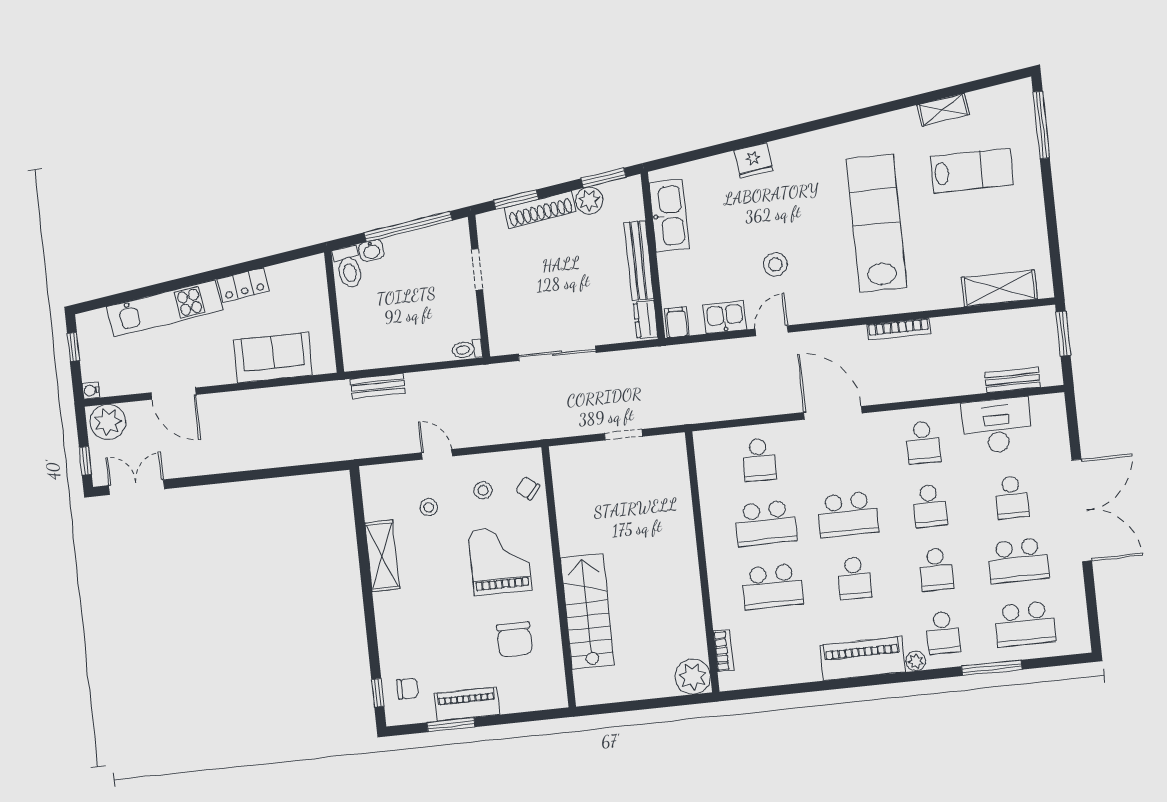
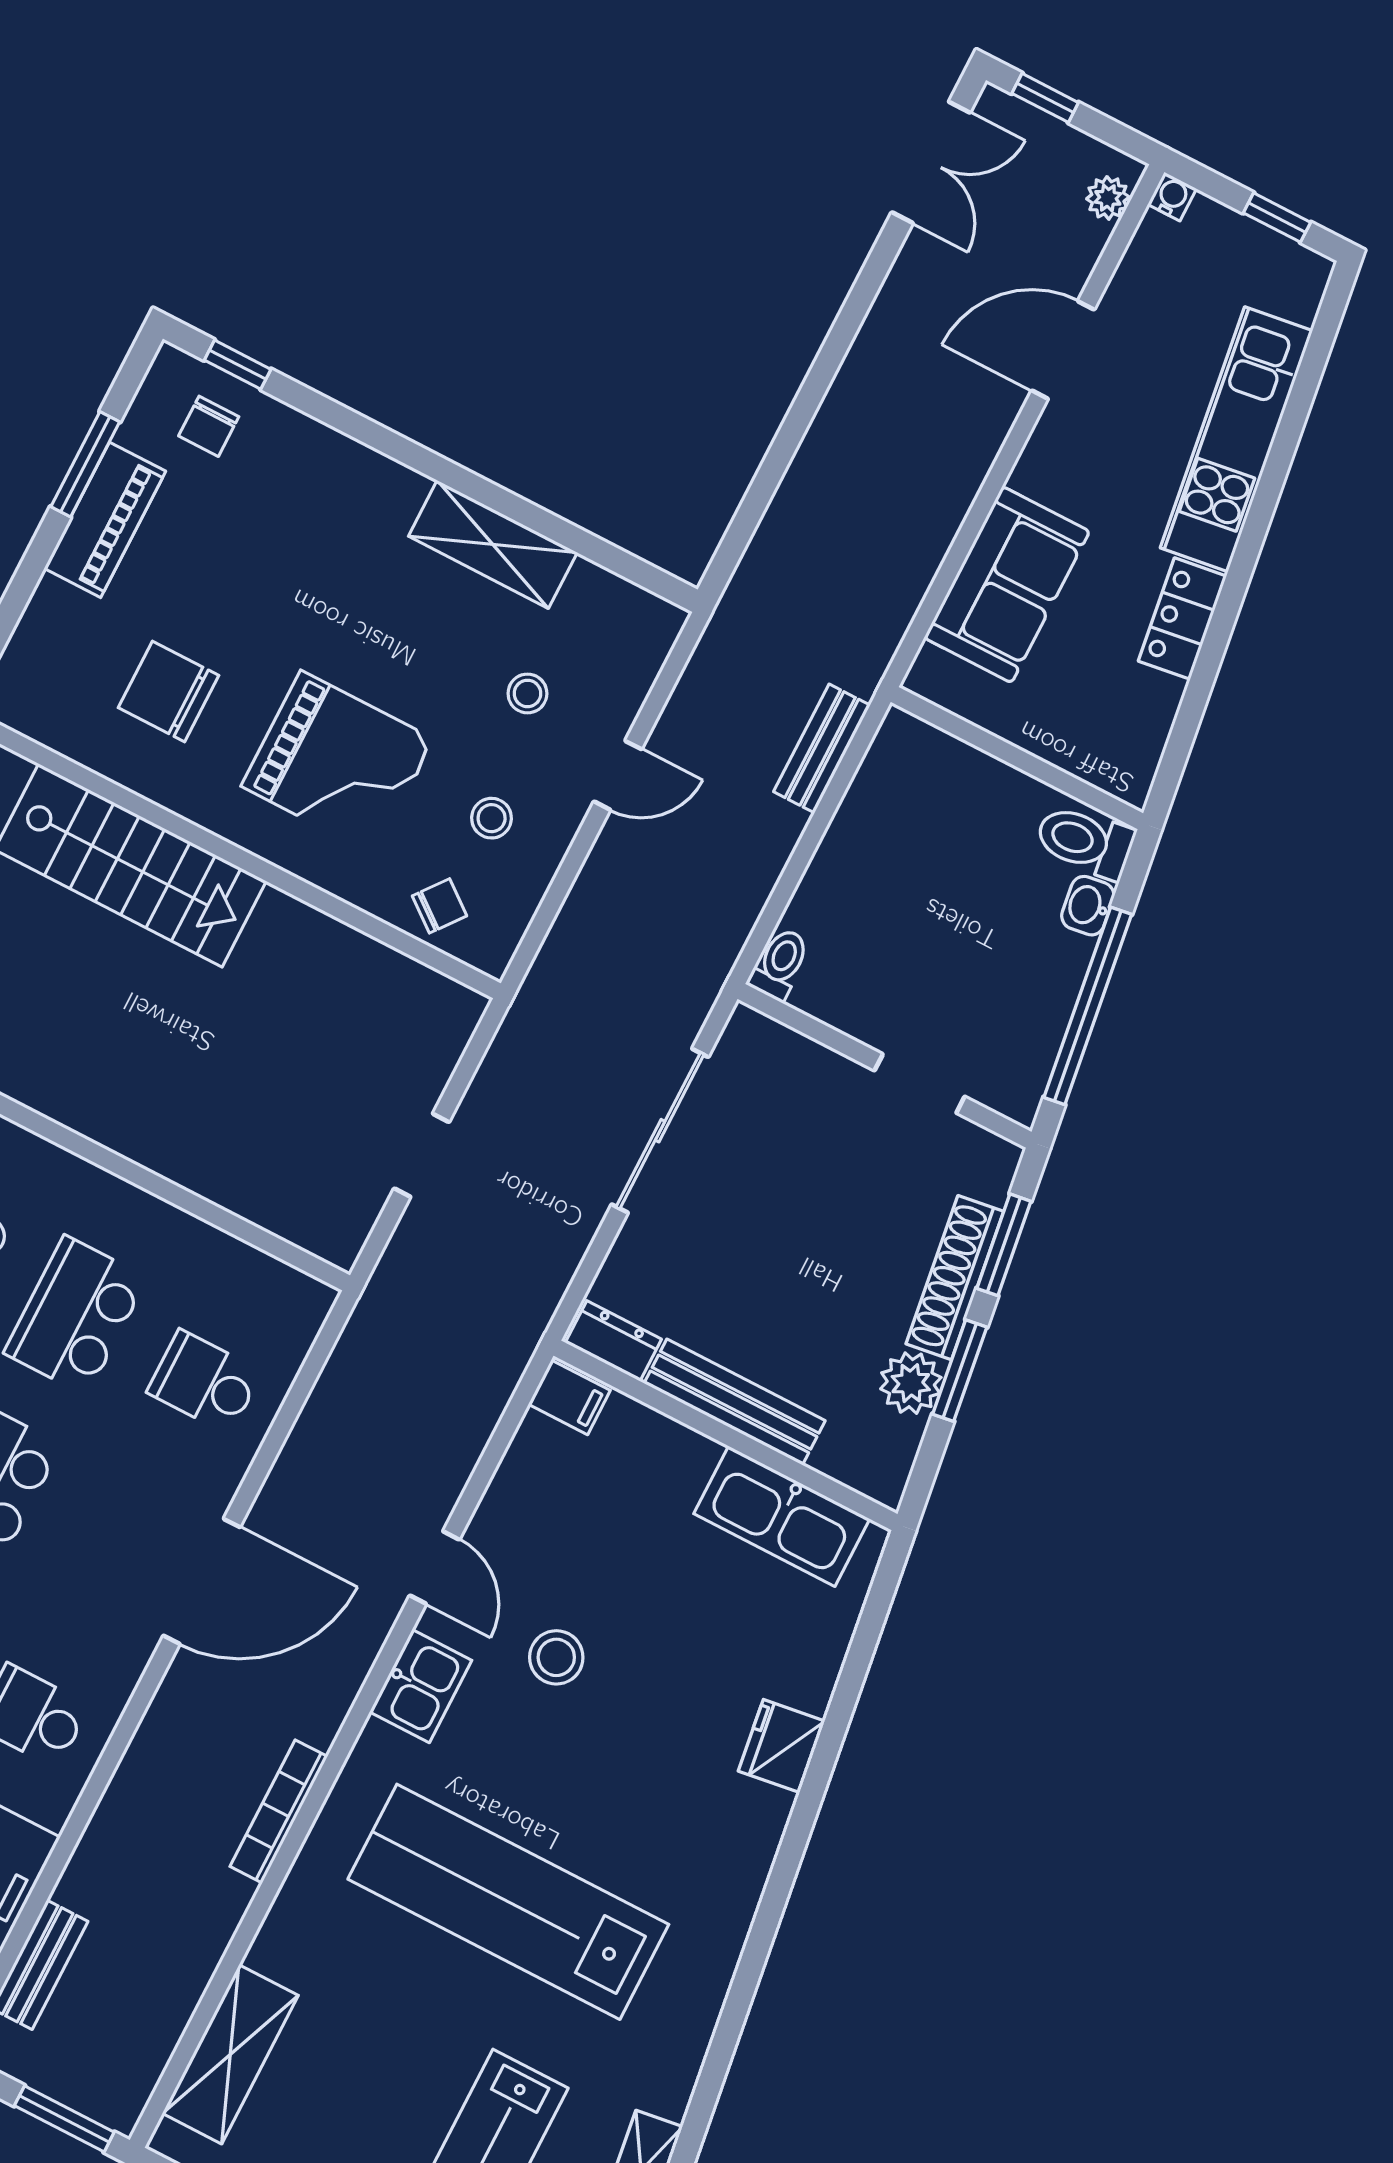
window: (604, 178) -> (960, 1371), moved
lab bench: (877, 223) -> (508, 1902), turned 180
kitchen sink: (725, 317) -> (421, 1686), moved
plant: (108, 422) -> (1108, 198), width x0.53, depth x0.53

